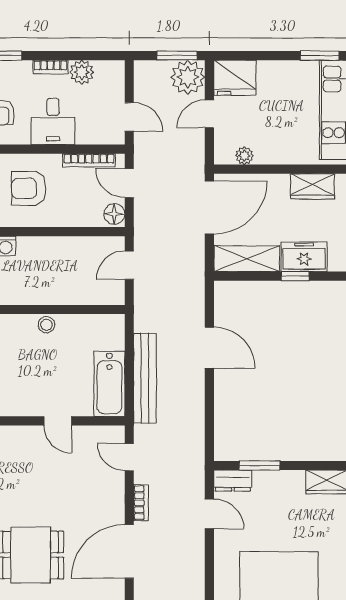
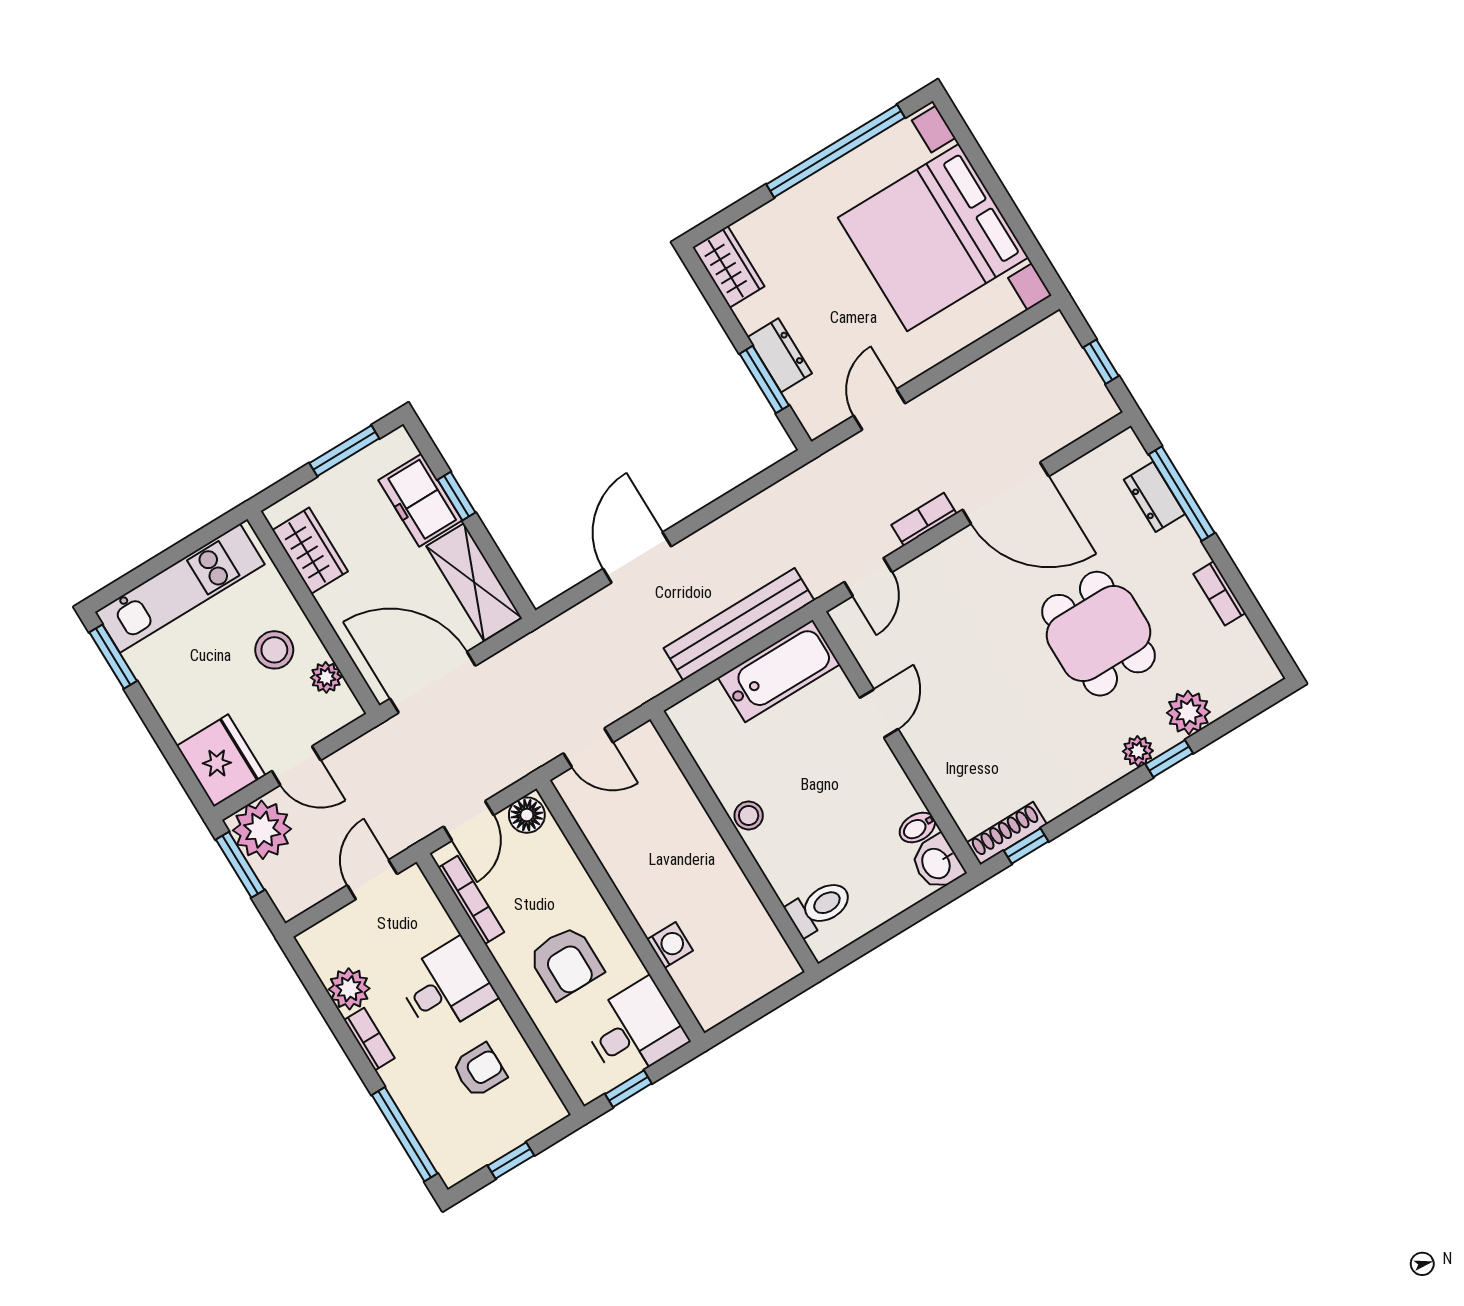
stool: (274, 138) -> (274, 650), added
dresser: (233, 481) -> (780, 355), moved

